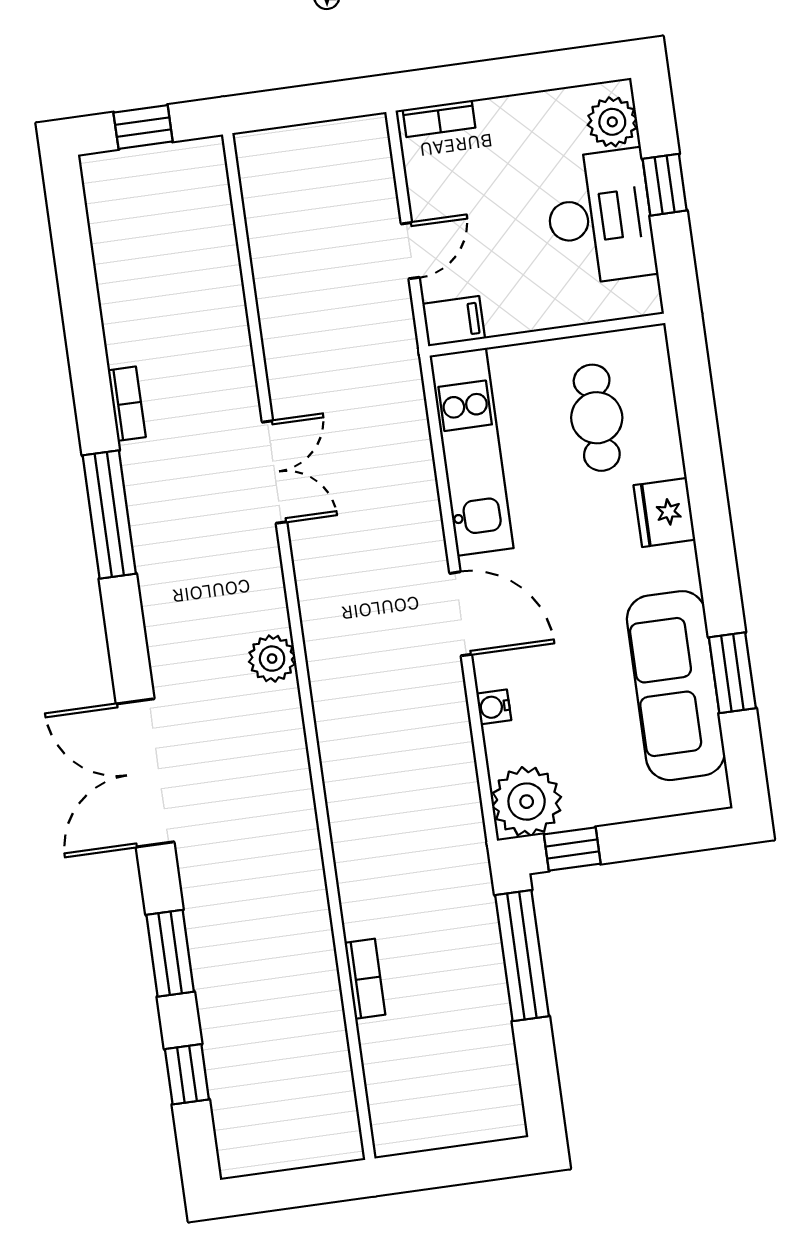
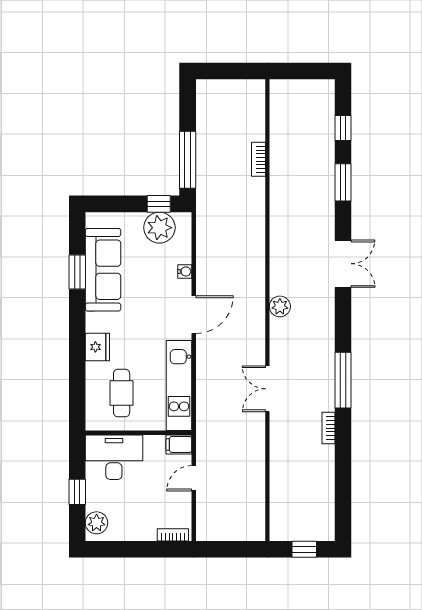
desk: (600, 217) -> (114, 457), moved, turned 90
door: (461, 614) -> (194, 315), swing flipped
double door: (145, 773) -> (343, 264), width x0.73
plant: (527, 802) -> (159, 228), moved

